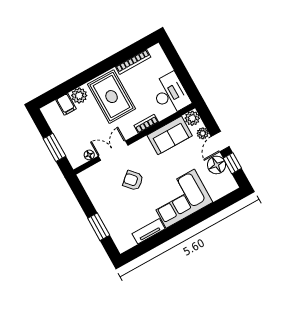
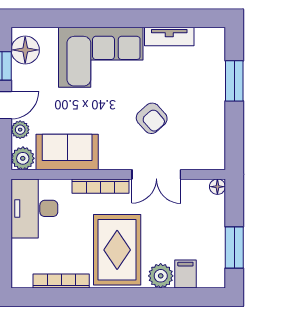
bookcase: (146, 124) -> (100, 186), width x1.56
window: (54, 147) -> (234, 247), moved
floor lamp: (89, 155) -> (217, 187), moved
floor lamp: (217, 165) -> (25, 50), moved

